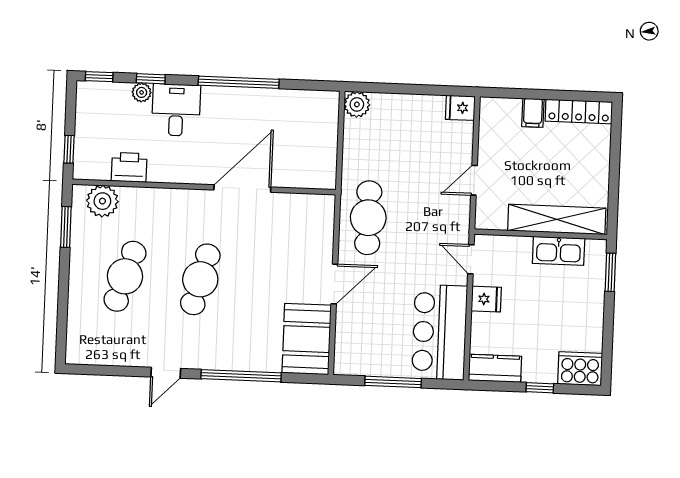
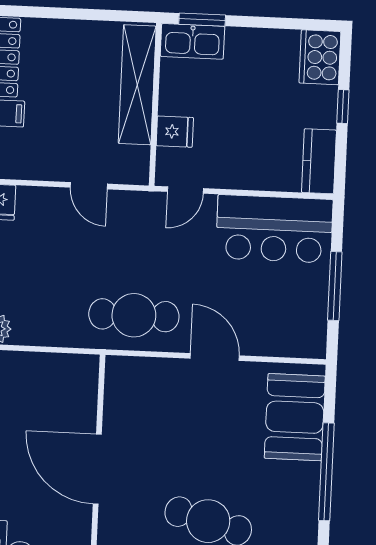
kitchen sink: (559, 251) -> (192, 41), moved, turned 90
fridge: (486, 299) -> (175, 132), moved, turned 90
booth: (307, 339) -> (295, 417), moved, turned 90

